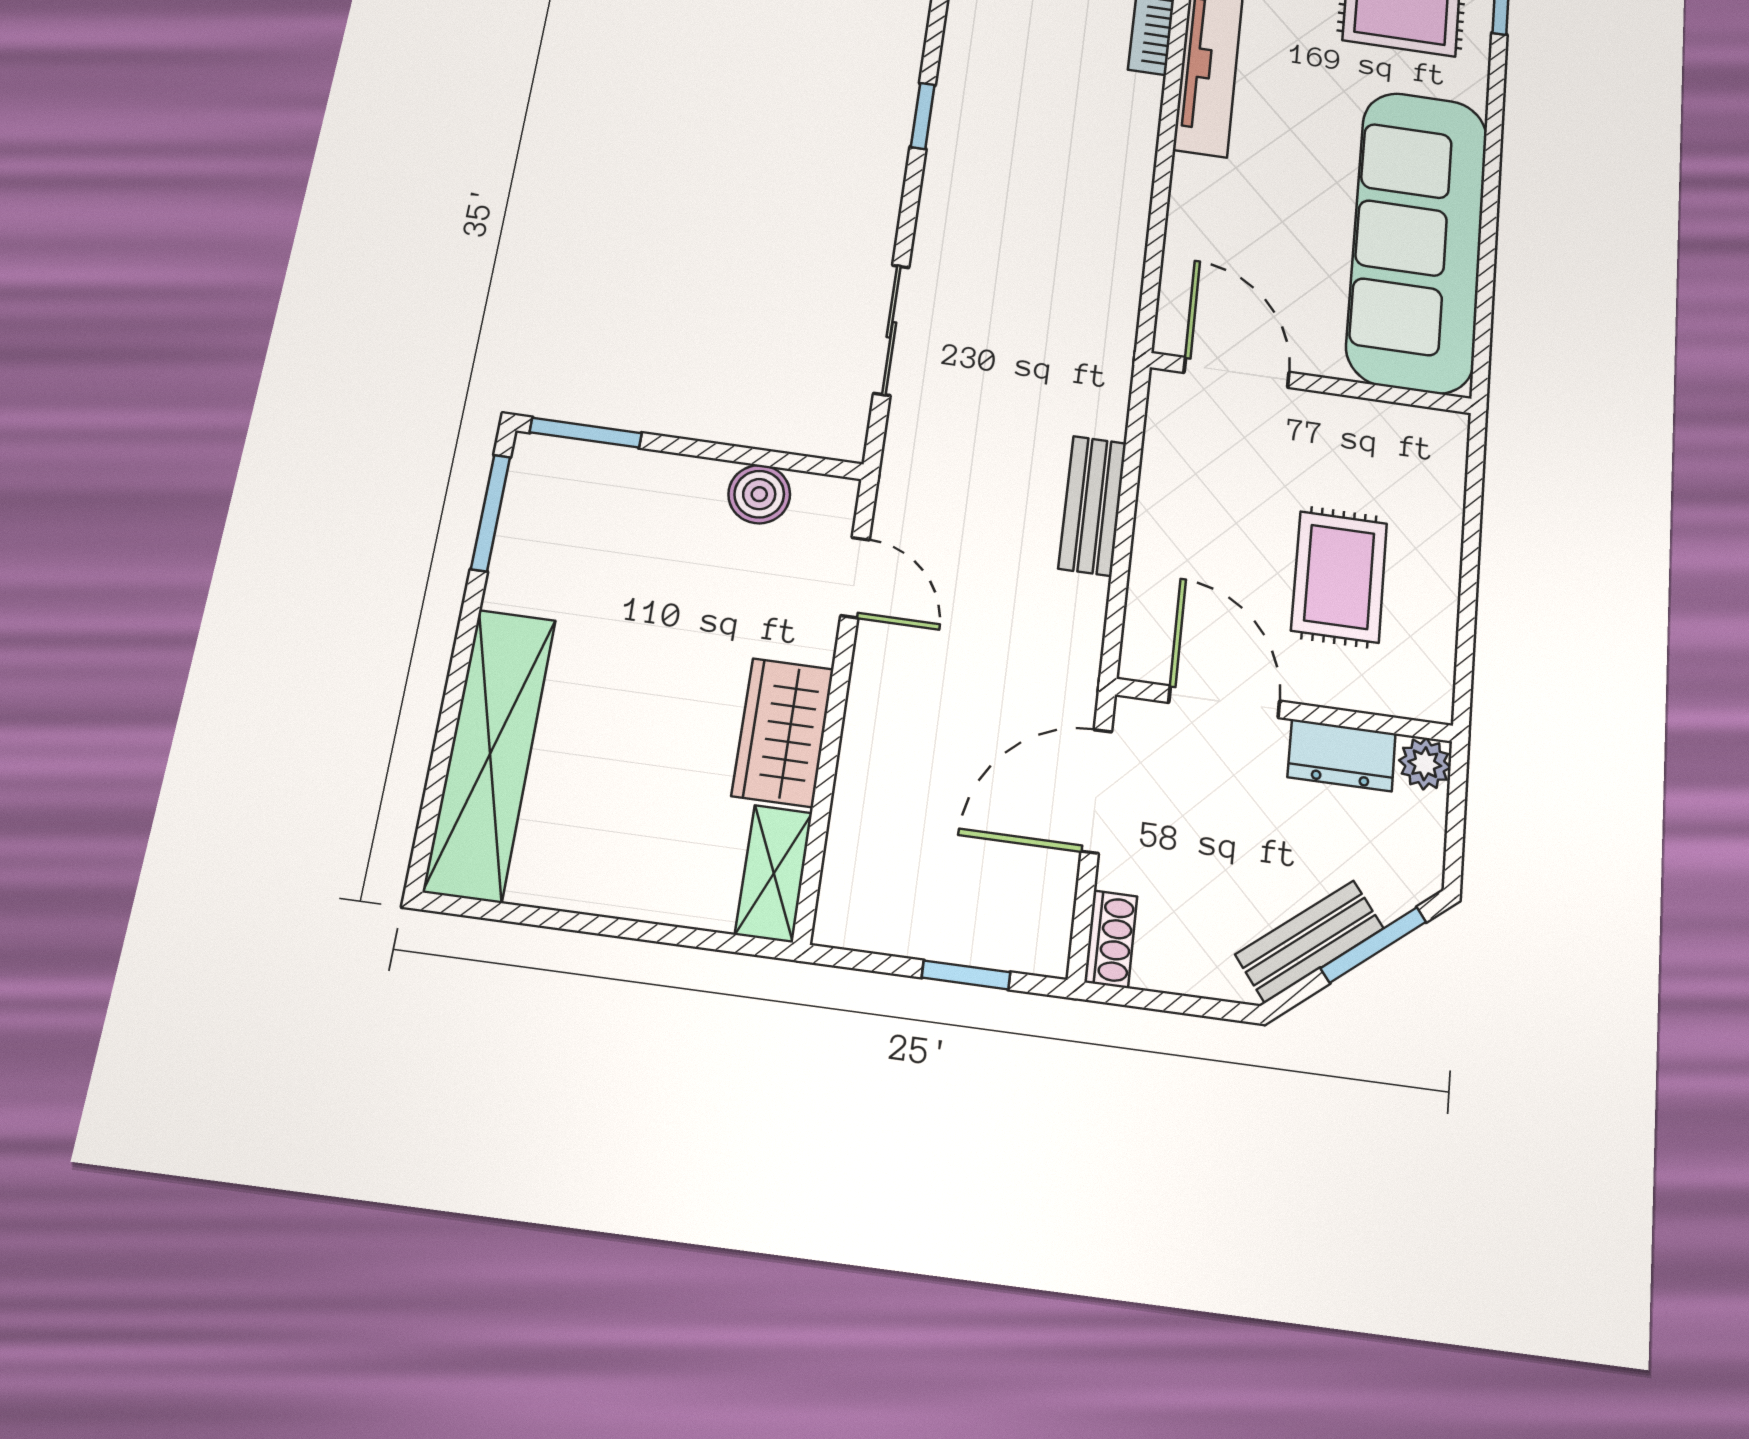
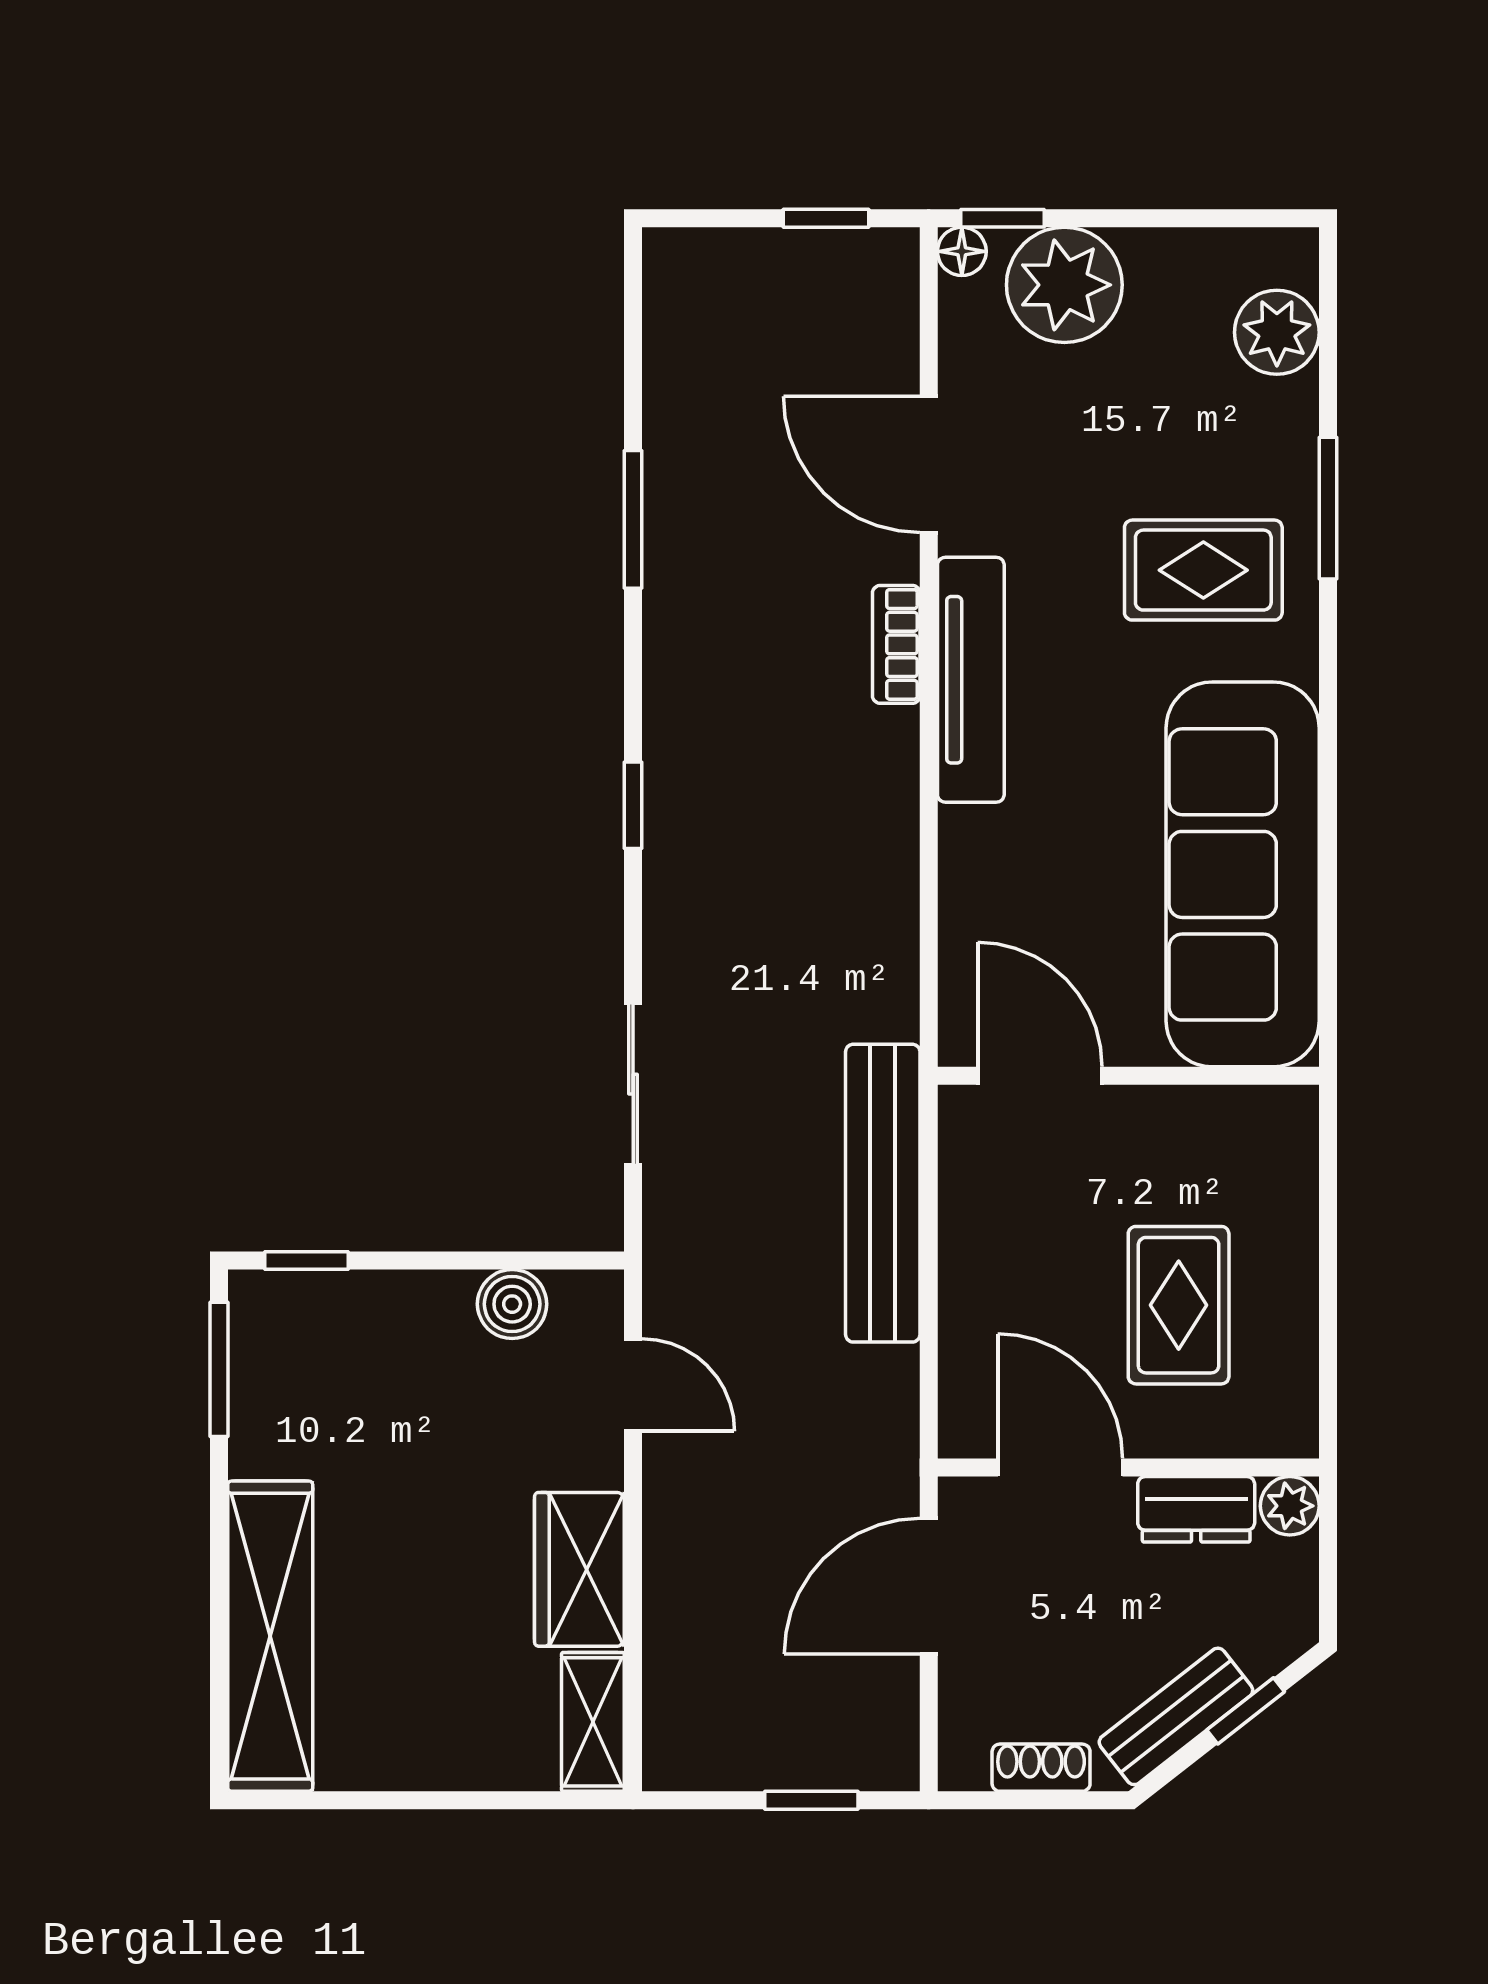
window: (586, 433) -> (307, 1261), width x0.67
bench: (1092, 506) -> (883, 1193), width x1.86, depth x1.21
shoe rack: (1111, 939) -> (1041, 1768), moved, turned -90
window: (1373, 945) -> (1246, 1711), width x0.67

